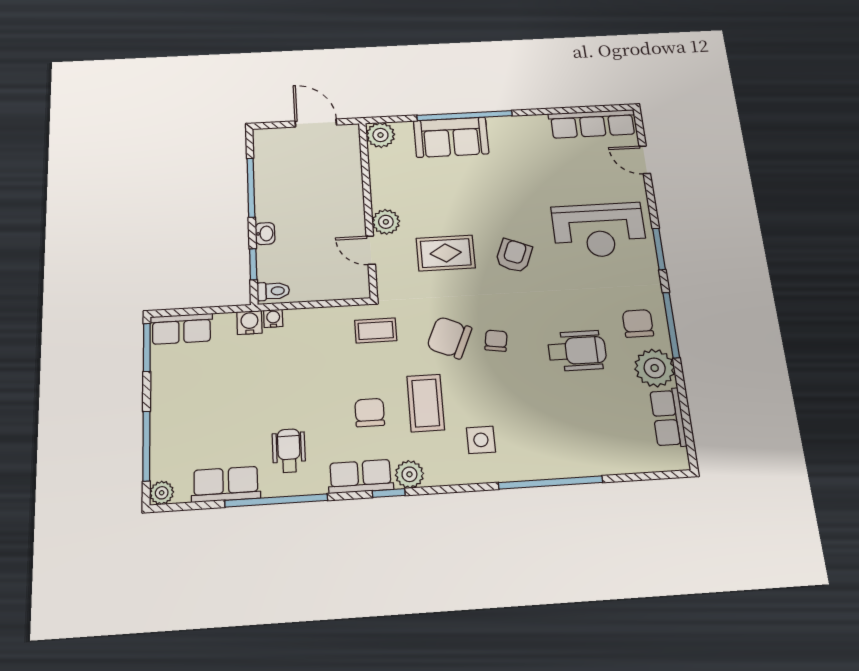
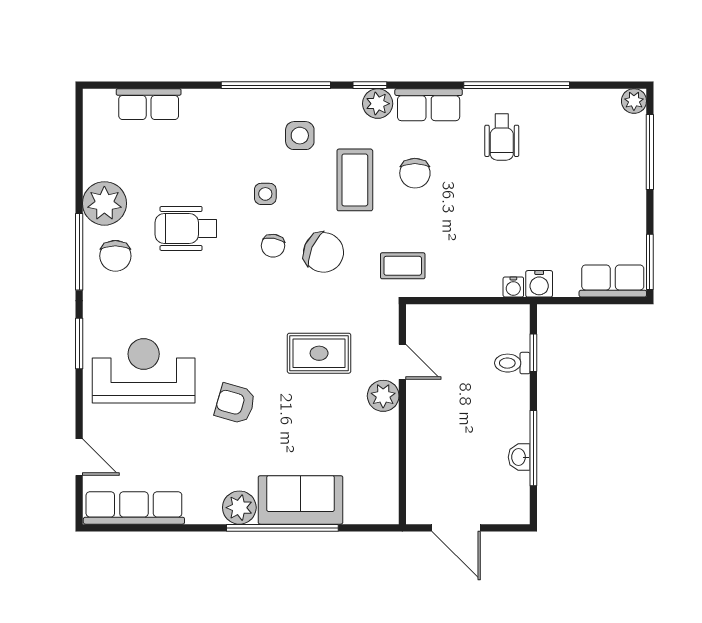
plant: (380, 135) -> (239, 508), moved
washbasin: (265, 234) -> (519, 457), moved
armchair: (514, 256) -> (235, 404), moved, turned 84
toilet: (273, 291) -> (512, 363), moved
side table: (508, 385) -> (265, 194), added
row of seats: (668, 418) -> (149, 104), moved, turned 90
window: (551, 482) -> (276, 85), moved
row of seats: (226, 484) -> (568, 106), removed
window: (389, 493) -> (370, 85), moved

